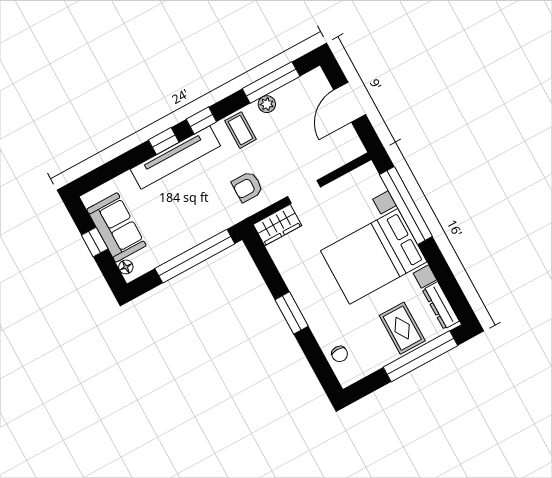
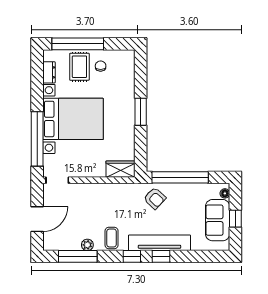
armchair: (247, 187) -> (155, 198), moved, turned 43
doorway: (304, 192) -> (57, 180), moved
dresser: (441, 305) -> (49, 72), width x0.70
chair: (340, 354) -> (101, 66), moved

